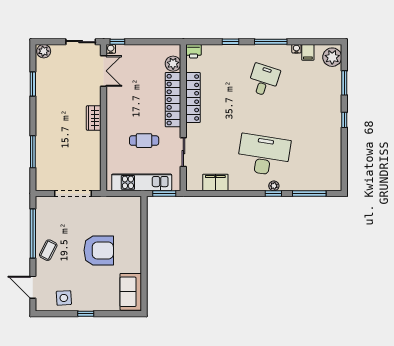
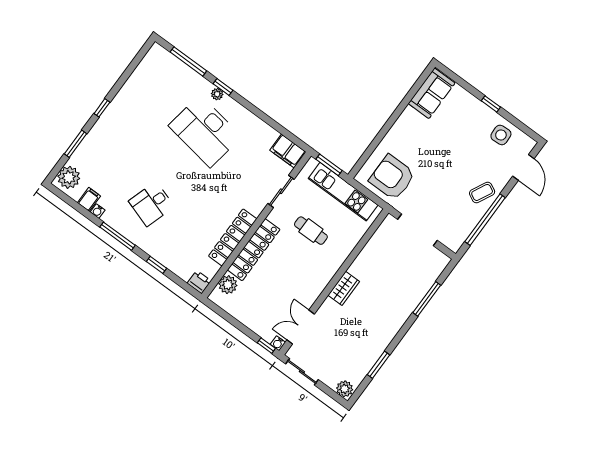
filing cabinet: (215, 182) -> (288, 151), moved
armchair: (99, 250) -> (392, 177), moved

